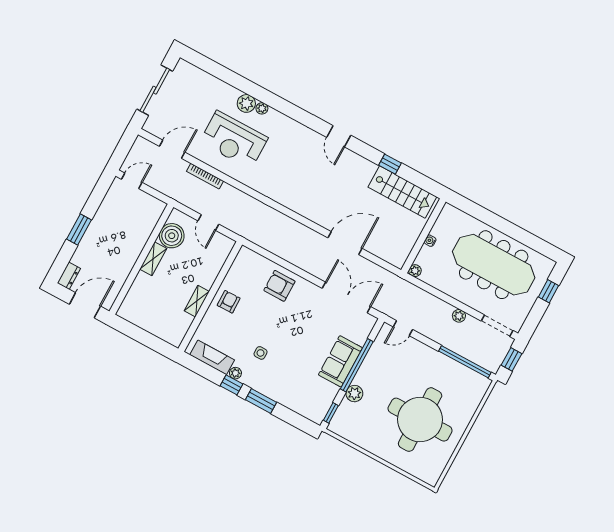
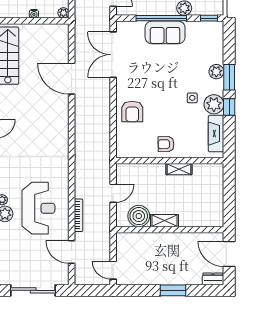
plant: (235, 373) -> (214, 104), width x1.87, depth x1.87
plant: (274, 391) -> (216, 72), added

